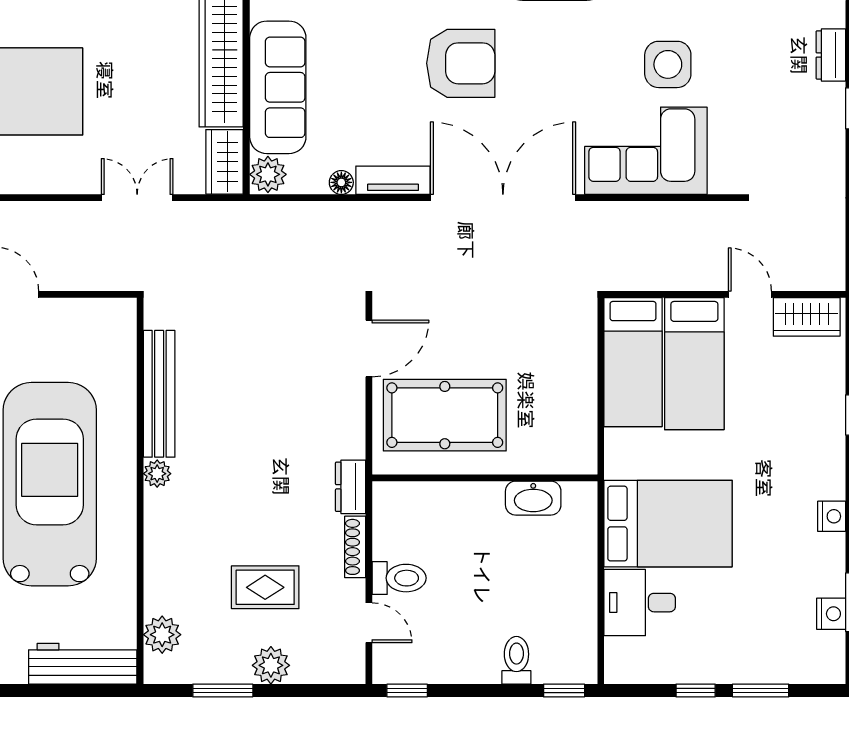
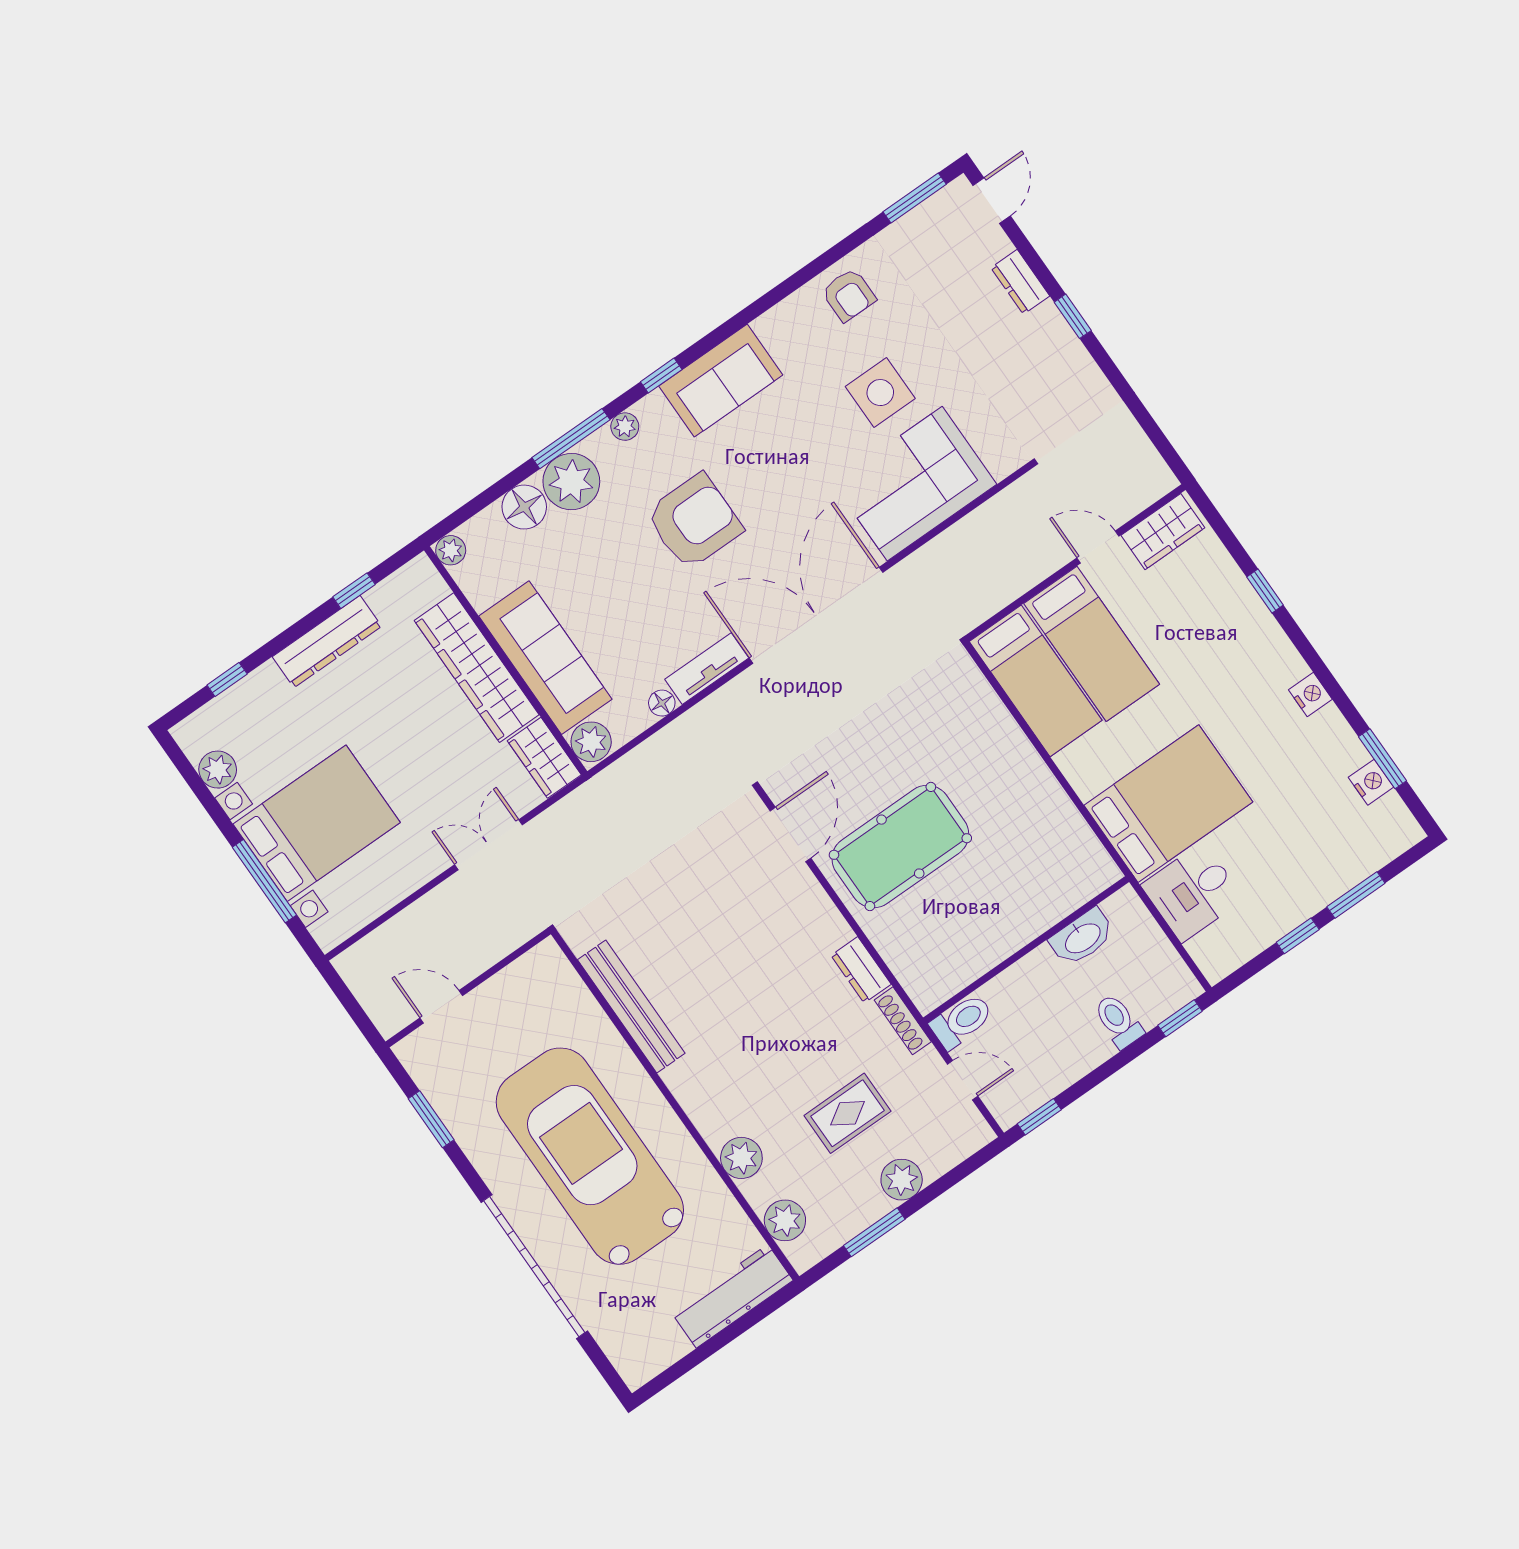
plant: (157, 474) -> (741, 1158), moved, width x1.38, depth x1.38
wall: (485, 478) -> (1026, 950), moved
washbasin: (533, 498) -> (1082, 937), moved

